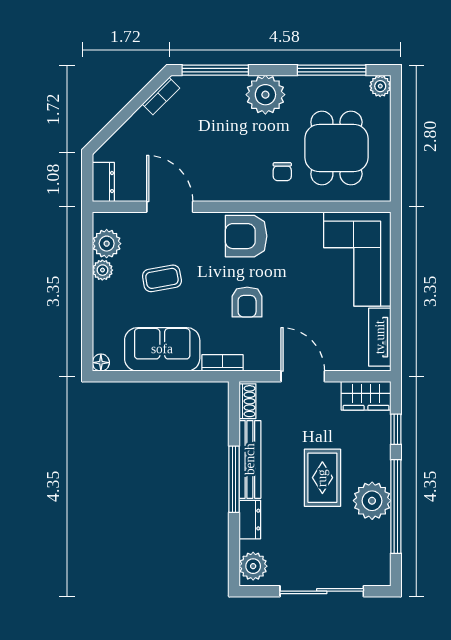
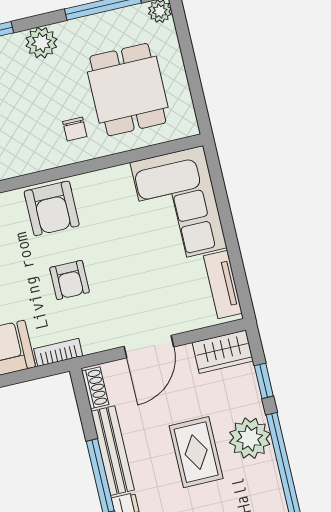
plant: (265, 95) -> (41, 43), width x0.73, depth x0.73
armchair: (246, 236) -> (52, 208), turned -90
door: (303, 376) -> (149, 347), swing flipped
plant: (372, 501) -> (250, 438), moved

